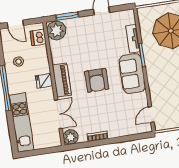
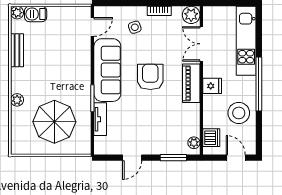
plant: (56, 30) -> (194, 143), width x0.53, depth x0.53
stool: (19, 62) -> (239, 113), width x1.89, depth x1.89
sofa: (132, 74) -> (107, 70), width x1.36
side table: (116, 120) -> (135, 27), added

